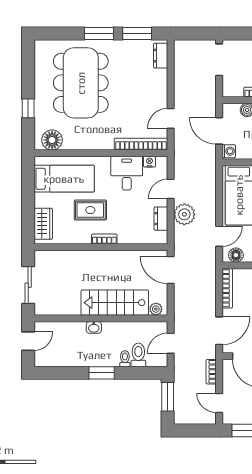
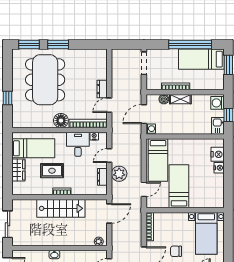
window: (137, 34) -> (29, 45), moved
dresser: (161, 56) -> (102, 89), moved
door: (219, 131) -> (144, 114), hinge flipped
floor lamp: (52, 140) -> (61, 121), moved
wardrobe: (43, 224) -> (18, 170), moved
floor lamp: (236, 255) -> (156, 203), removed
door: (171, 270) -> (109, 213), swing flipped
stairs: (115, 303) -> (61, 208), moved, turned 180

